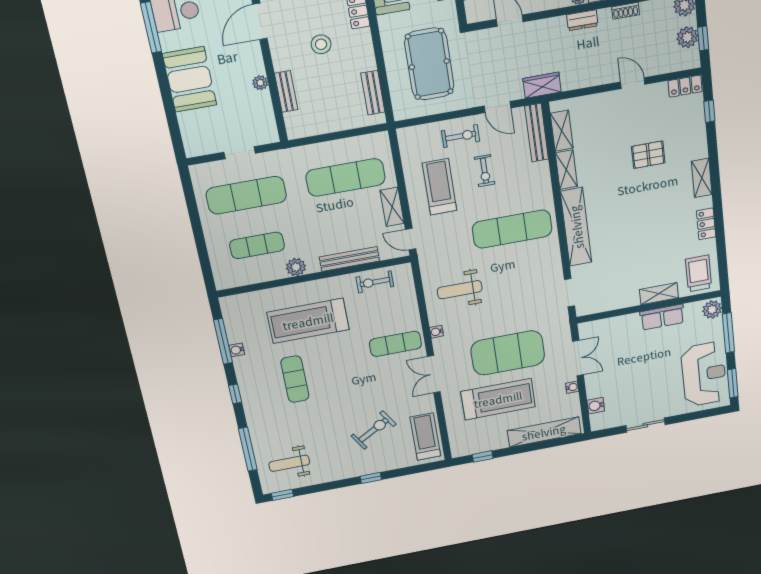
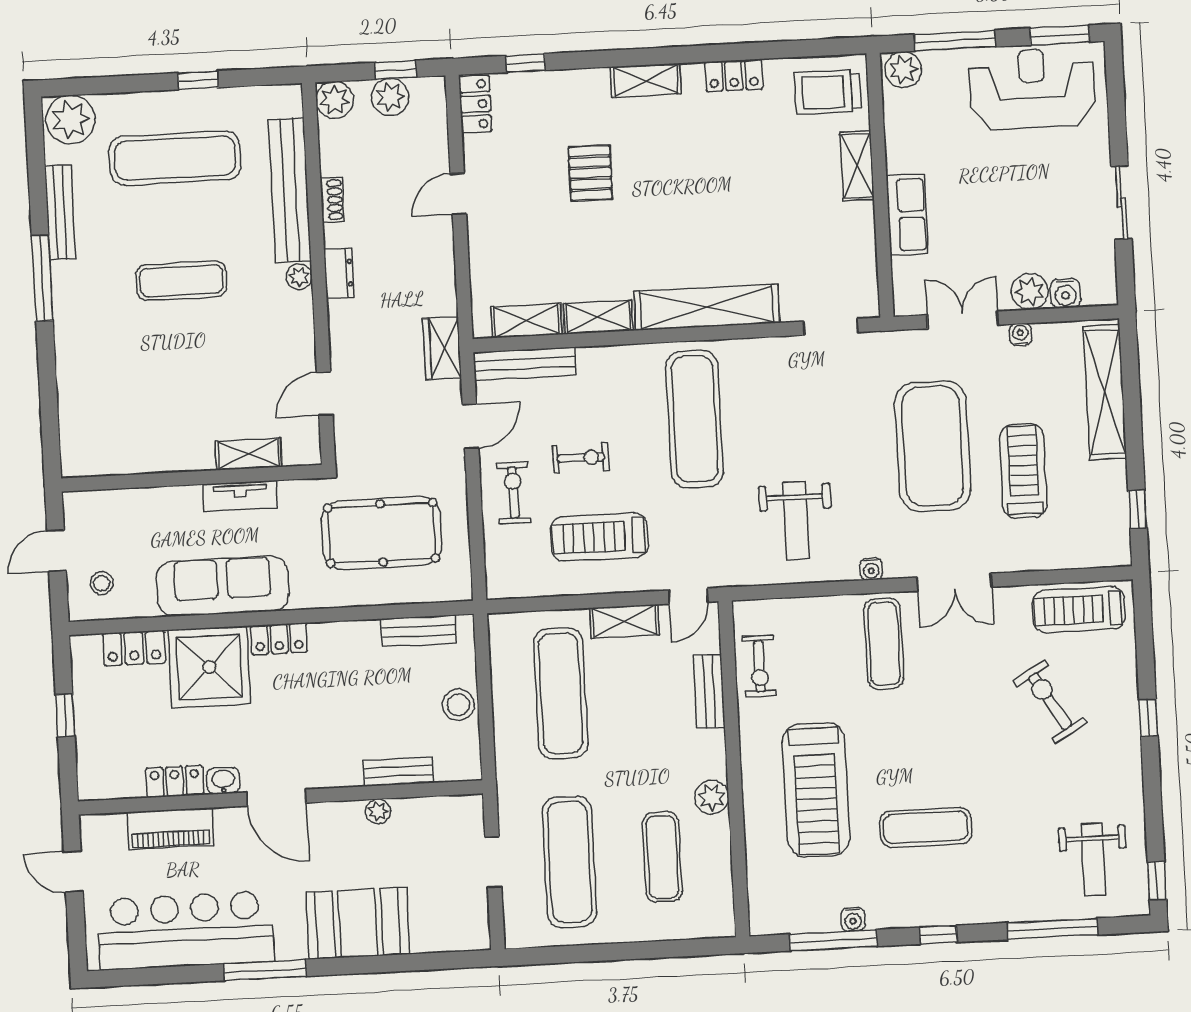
stool: (321, 44) -> (458, 705), moved
bench: (349, 259) -> (709, 691), width x0.73
row of seats: (662, 317) -> (907, 215), moved
plant: (595, 388) -> (1030, 292), added
treadmill: (498, 399) -> (1023, 471), width x0.73, depth x0.73

